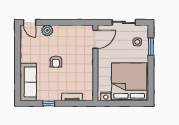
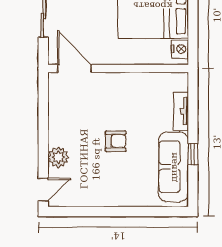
sofa: (28, 82) -> (173, 167), moved, turned -90

